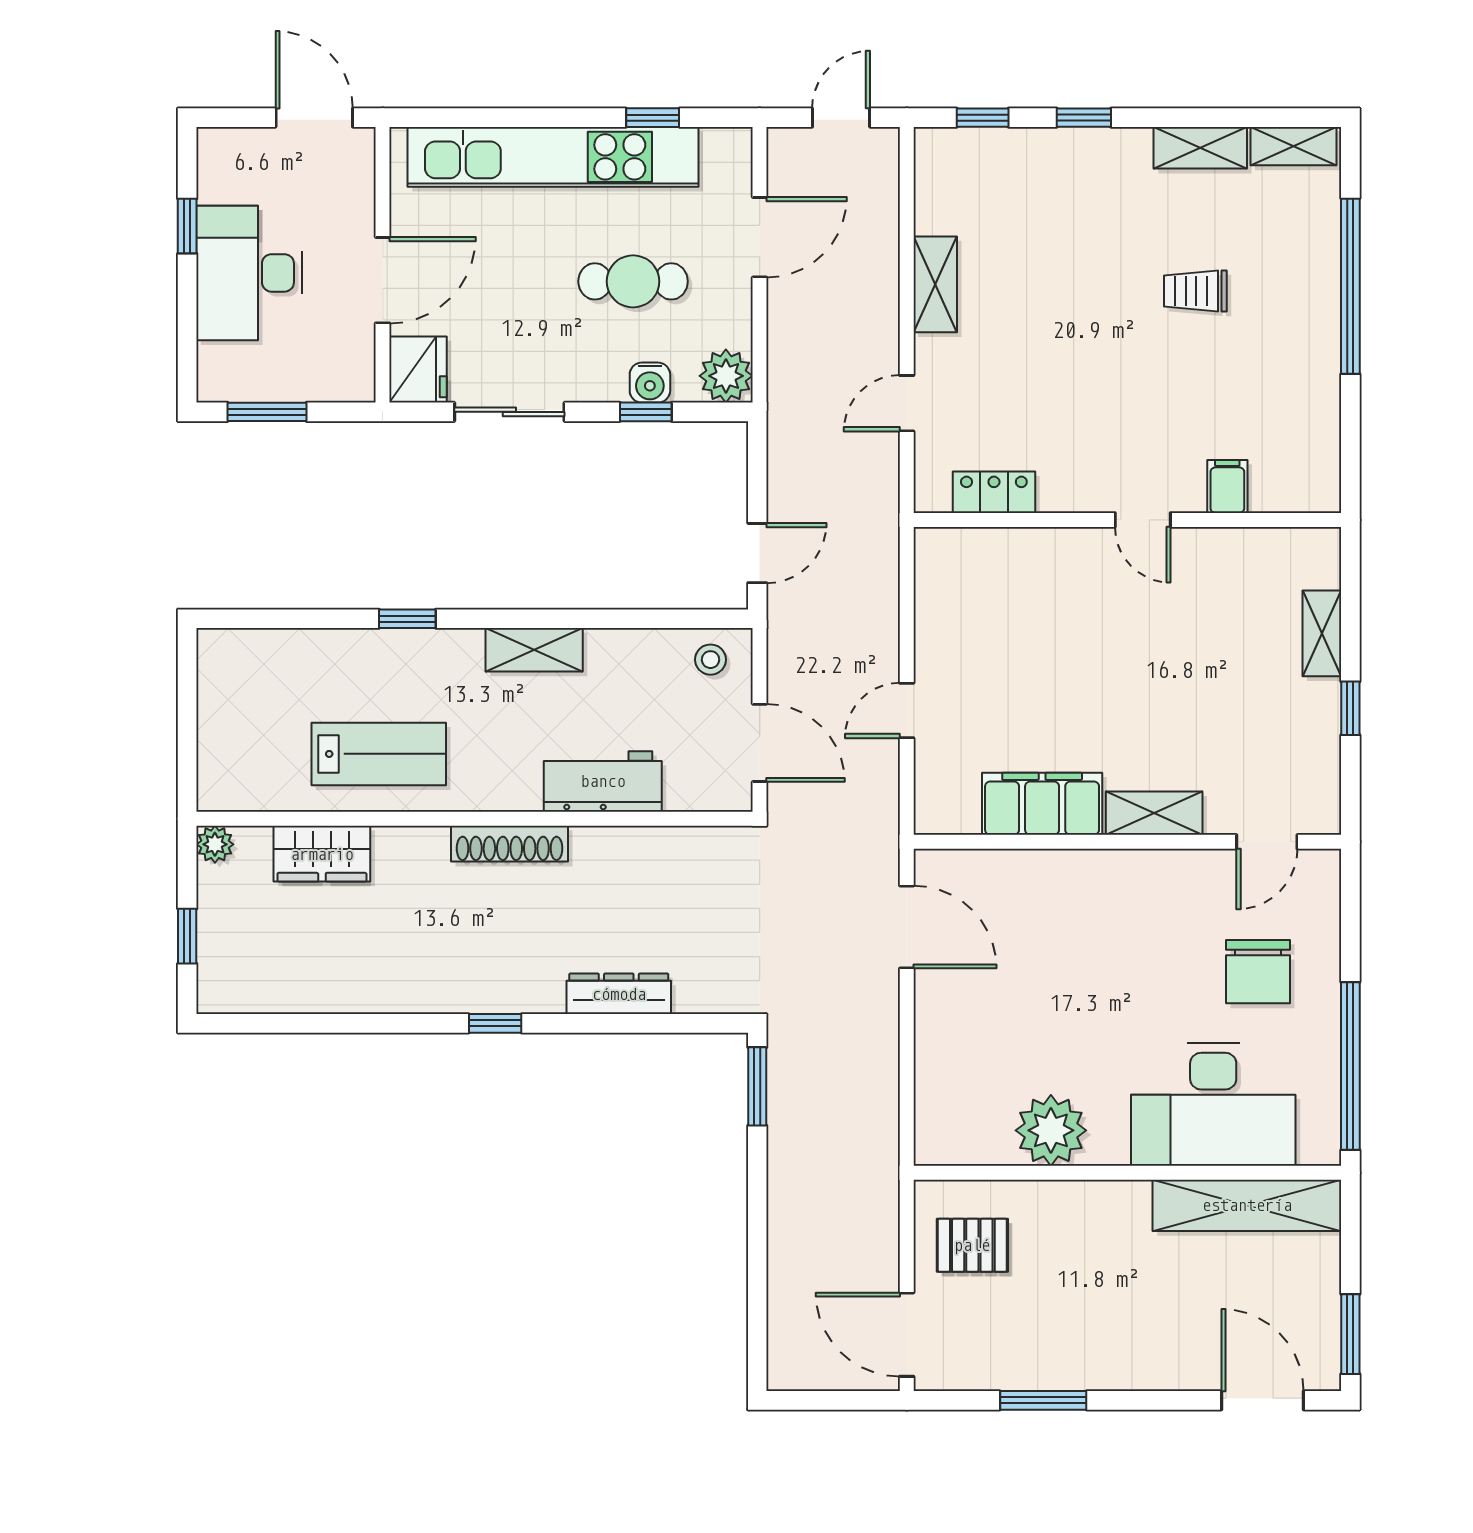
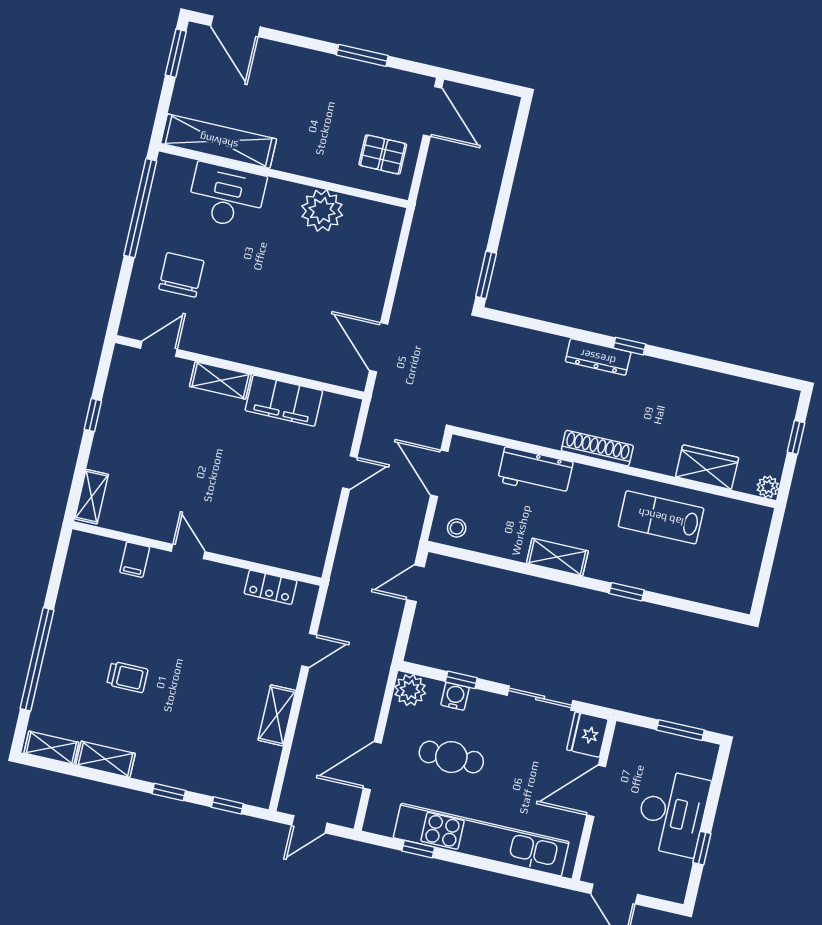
shelving: (1322, 633) -> (92, 497), moved
dresser: (619, 994) -> (598, 357), moved
desk: (1213, 1104) -> (227, 196), width x0.73, depth x0.77

